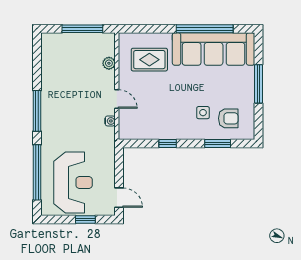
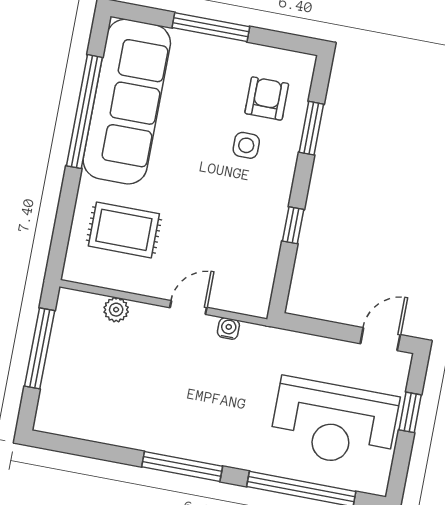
rug: (149, 60) -> (124, 230), turned 90
reception desk: (73, 182) -> (334, 423), turned 180

